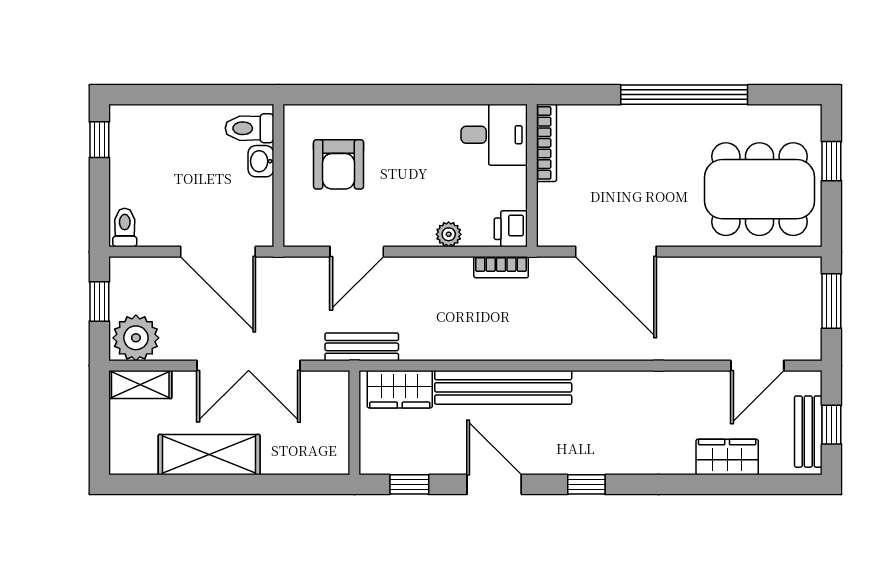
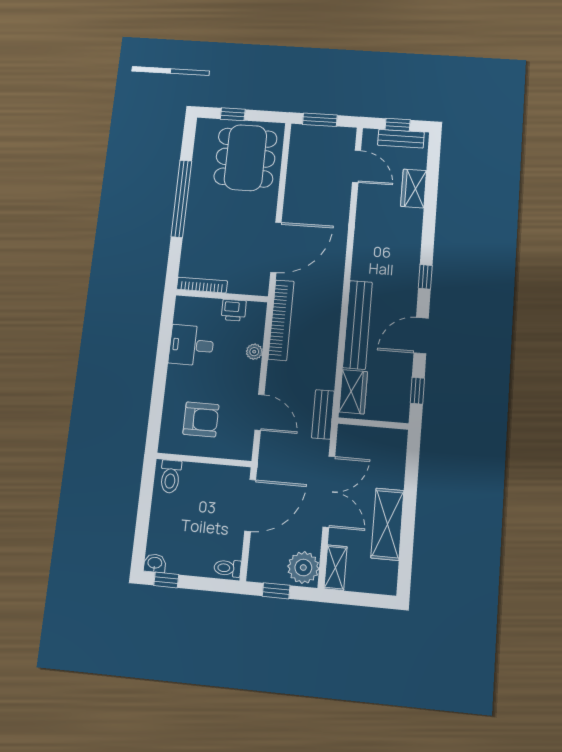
desk: (494, 135) -> (191, 345), moved, turned -90
washbasin: (261, 161) -> (155, 563), moved, turned 180
printer: (511, 229) -> (234, 310), moved
bookcase: (501, 267) -> (281, 320), width x2.31, depth x1.31

